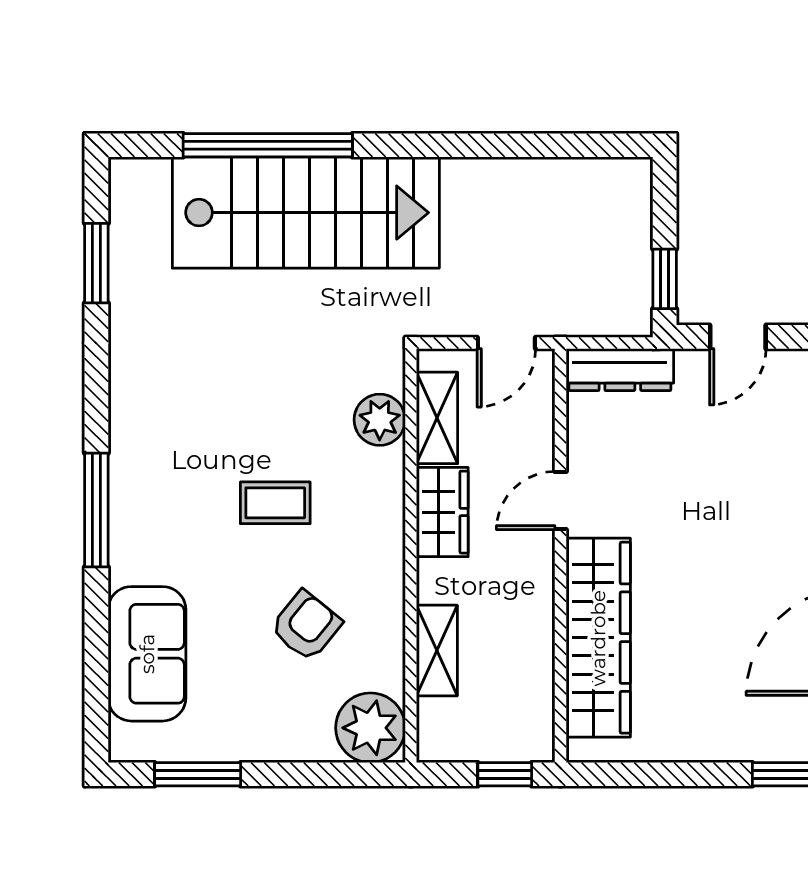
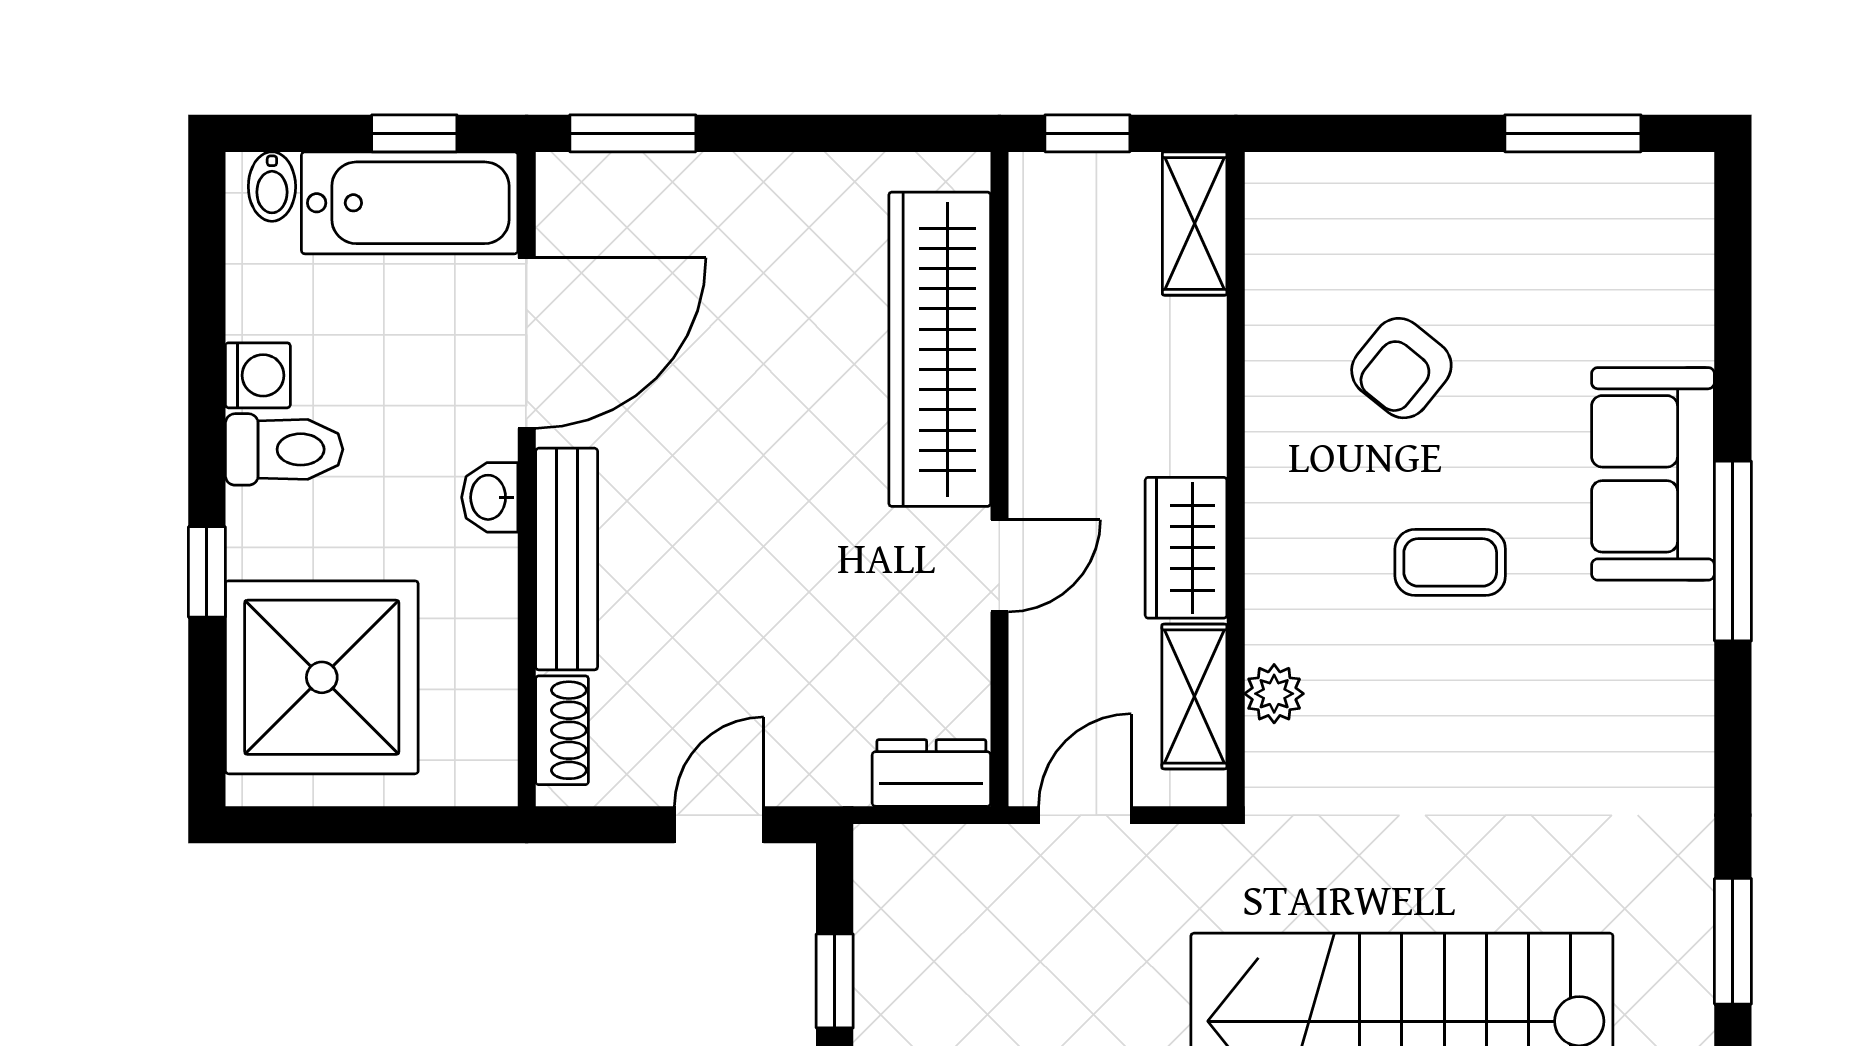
window: (665, 279) -> (835, 981), moved
dresser: (620, 370) -> (931, 773), width x0.70
plant: (380, 420) -> (1274, 694), width x0.73, depth x0.73
shelving: (437, 651) -> (1195, 223), moved
sofa: (147, 654) -> (1653, 474), moved
plant: (370, 728) -> (1300, 207), removed

